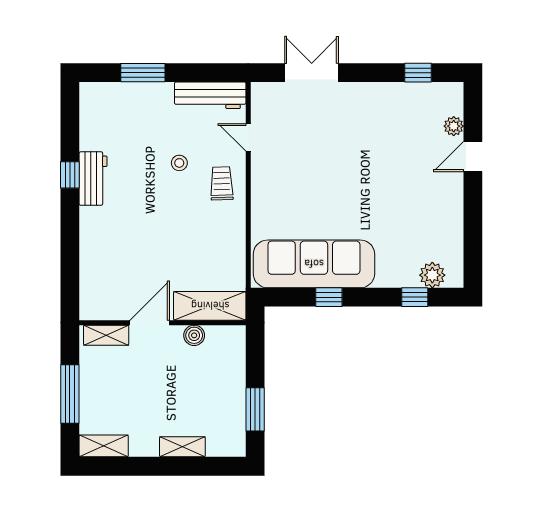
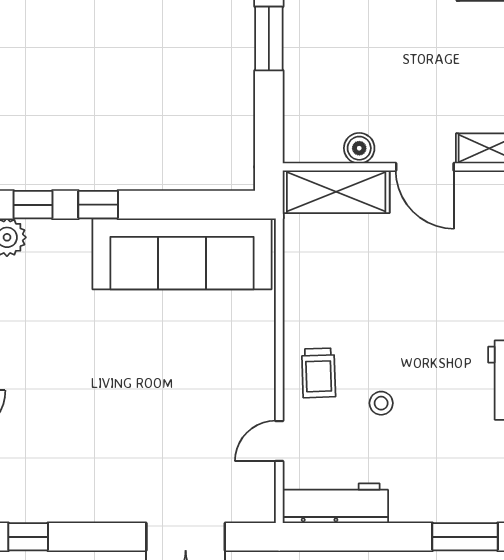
window: (143, 73) -> (465, 537), moved
door: (248, 137) -> (279, 441), swing flipped
window: (329, 297) -> (98, 205), moved
door: (150, 323) -> (425, 167), hinge flipped

